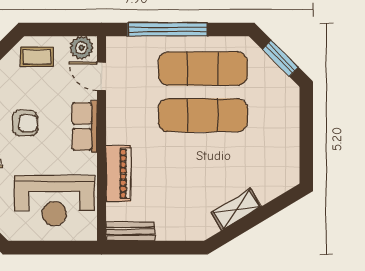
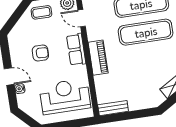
piano: (118, 174) -> (98, 58), moved
reception desk: (54, 201) -> (65, 96), turned 180

